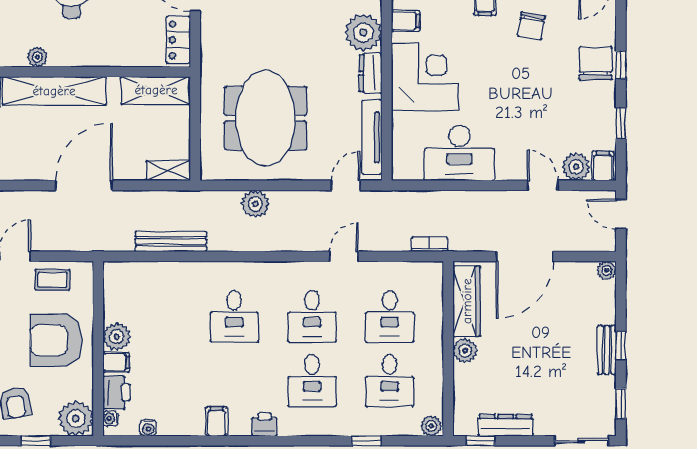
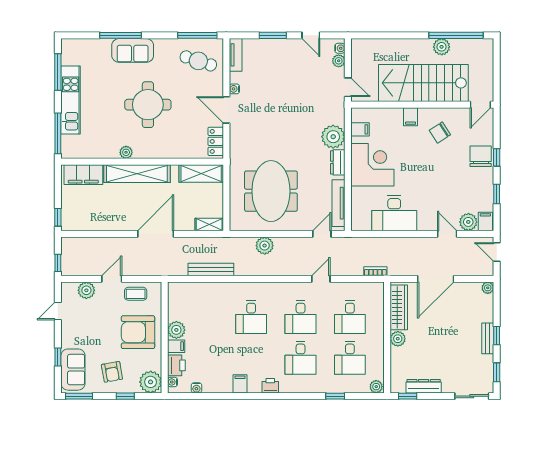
chair: (531, 26) -> (440, 133), turned 47

